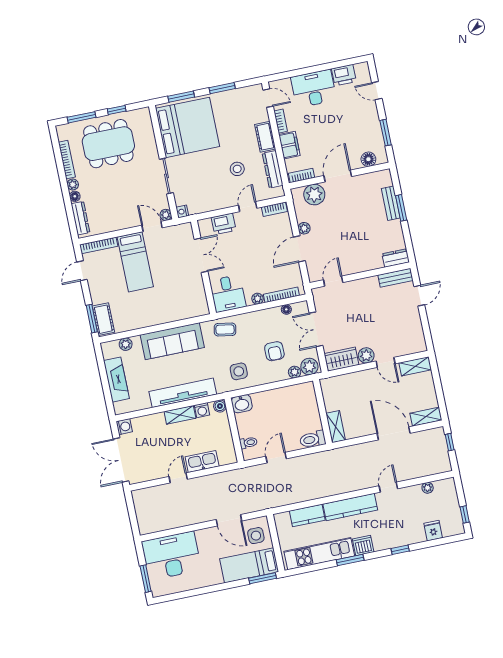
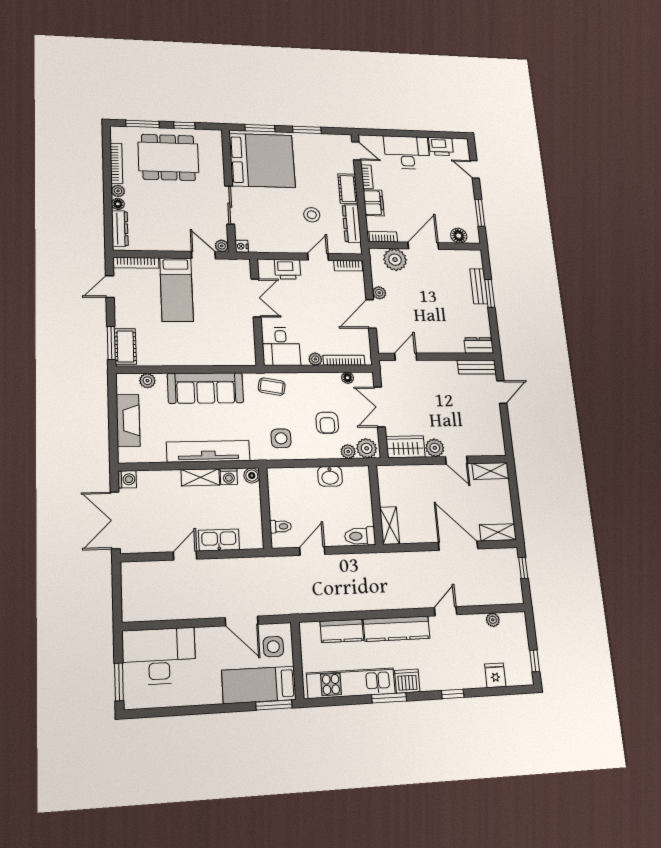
washbasin: (242, 404) -> (330, 476), moved

